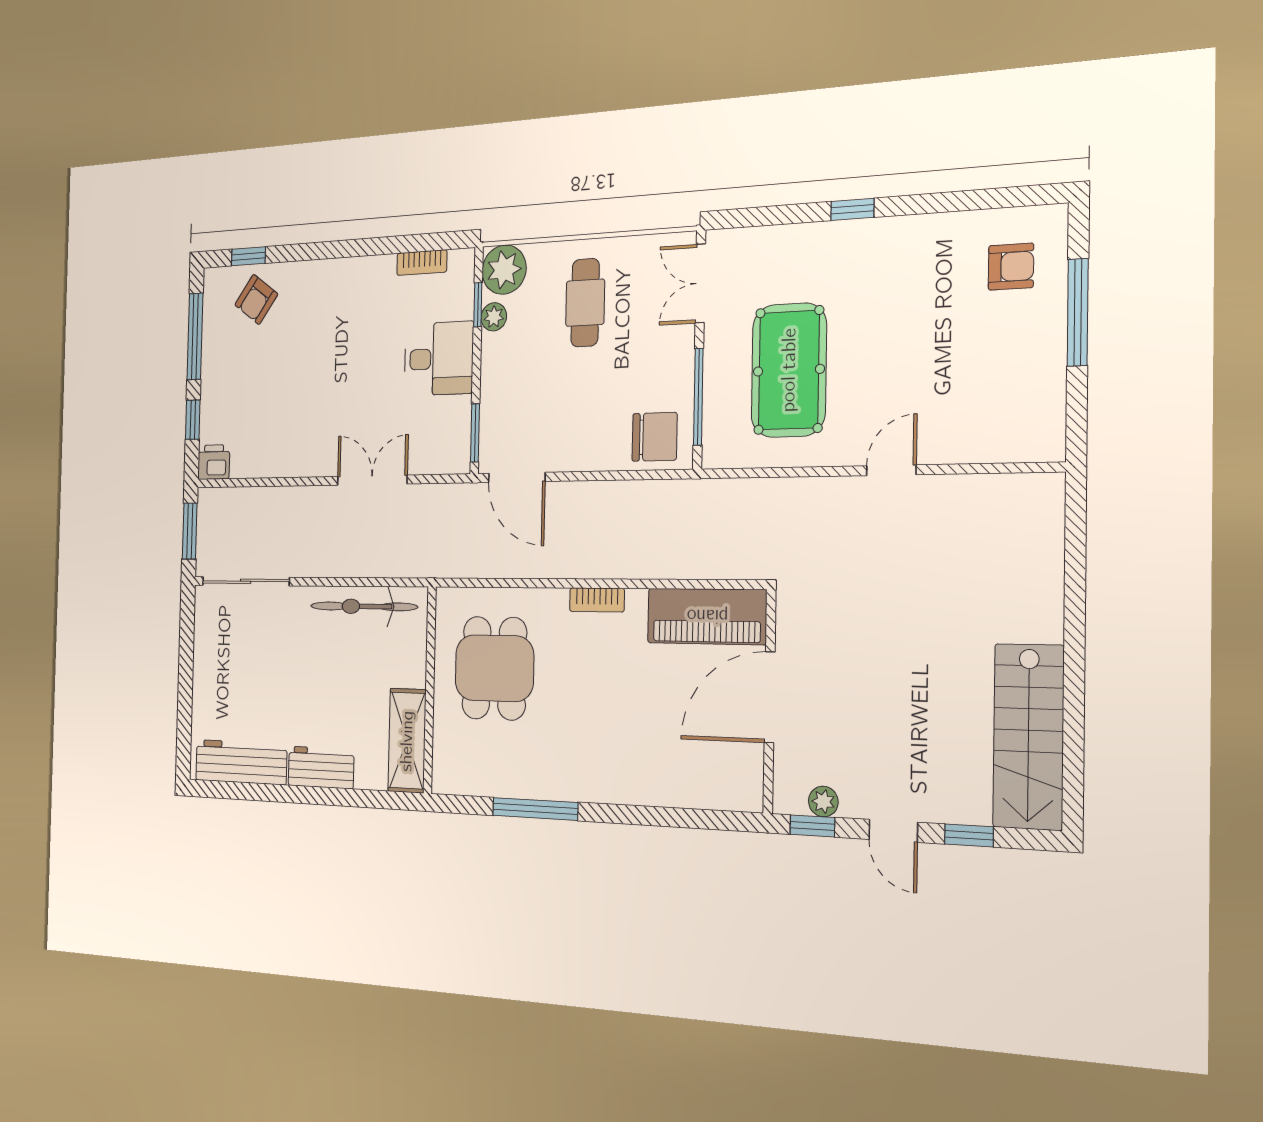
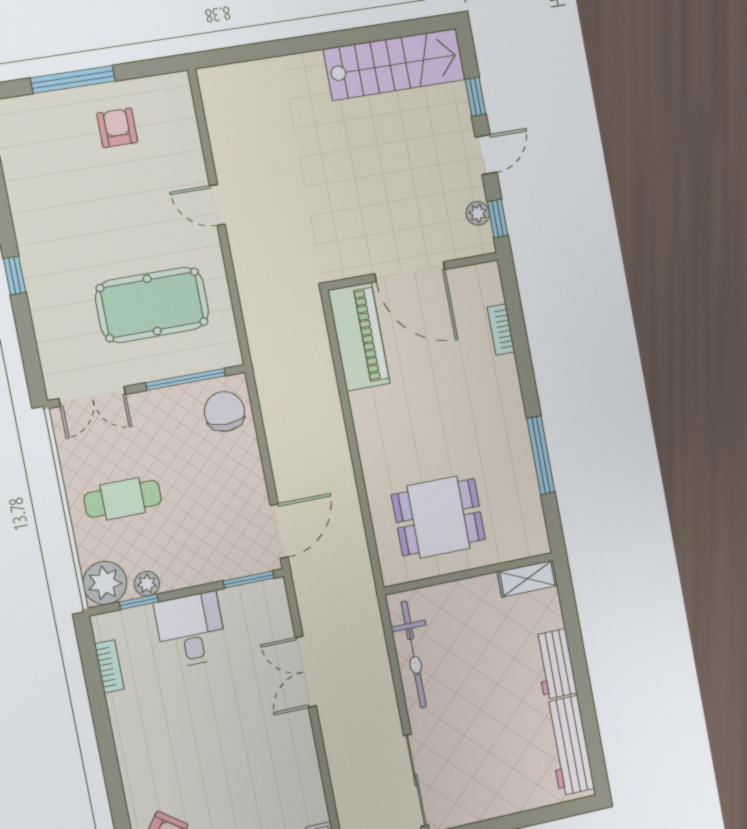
armchair: (1011, 267) -> (117, 128), moved
bookcase: (597, 600) -> (501, 330), moved, turned 180
shelving: (407, 741) -> (527, 579), width x0.67, depth x0.75

